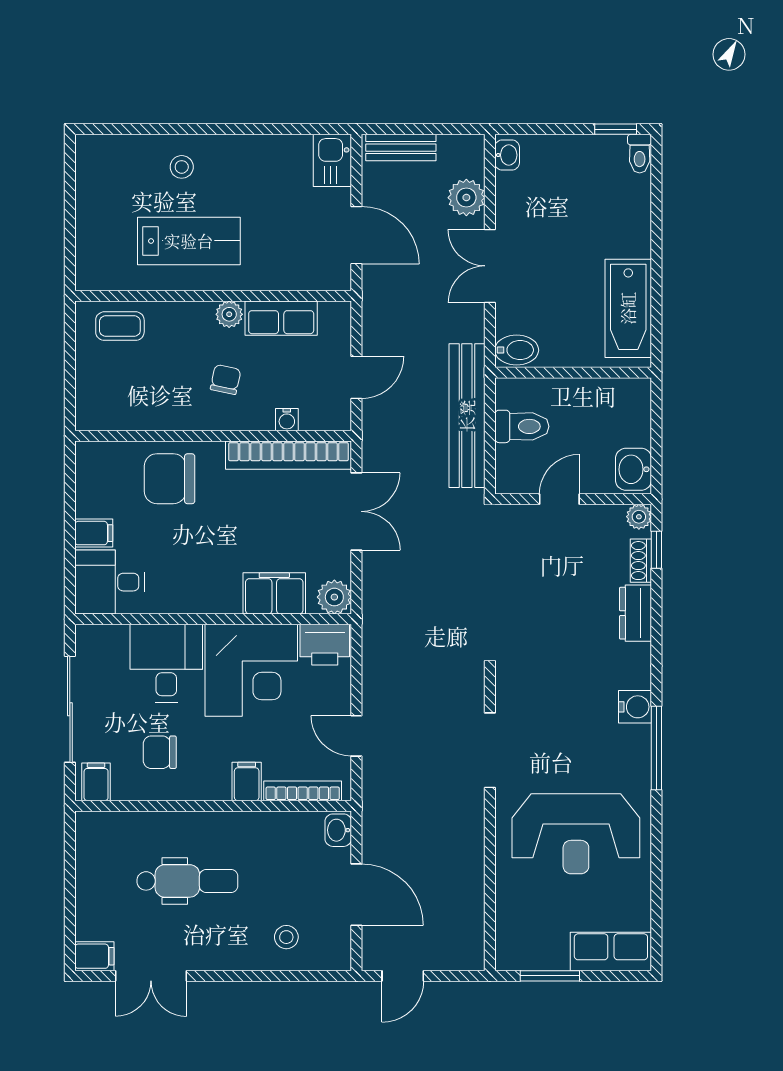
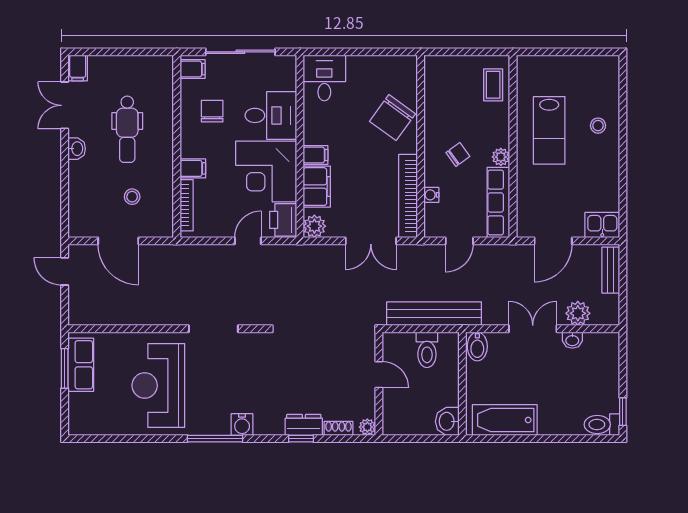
toilet: (640, 154) -> (602, 425), width x1.37, depth x1.39
washbasin: (507, 155) -> (572, 340), moved
row of seats: (281, 318) -> (498, 202), width x1.48
door: (356, 377) -> (459, 241), hinge flipped
chair: (226, 379) -> (458, 155), turned -48
washbasin: (634, 469) -> (447, 421), moved, turned -90
chair: (170, 479) -> (392, 118), turned -144
filing cabinet: (94, 533) -> (316, 155), moved, turned -90
window: (656, 550) -> (301, 439), moved
door: (356, 736) -> (248, 241), moved
washbasin: (338, 830) -> (77, 149), moved, turned 90
door: (356, 895) -> (118, 241), hinge flipped
stool: (286, 937) -> (132, 197), moved
row of seats: (611, 951) -> (81, 365), moved

